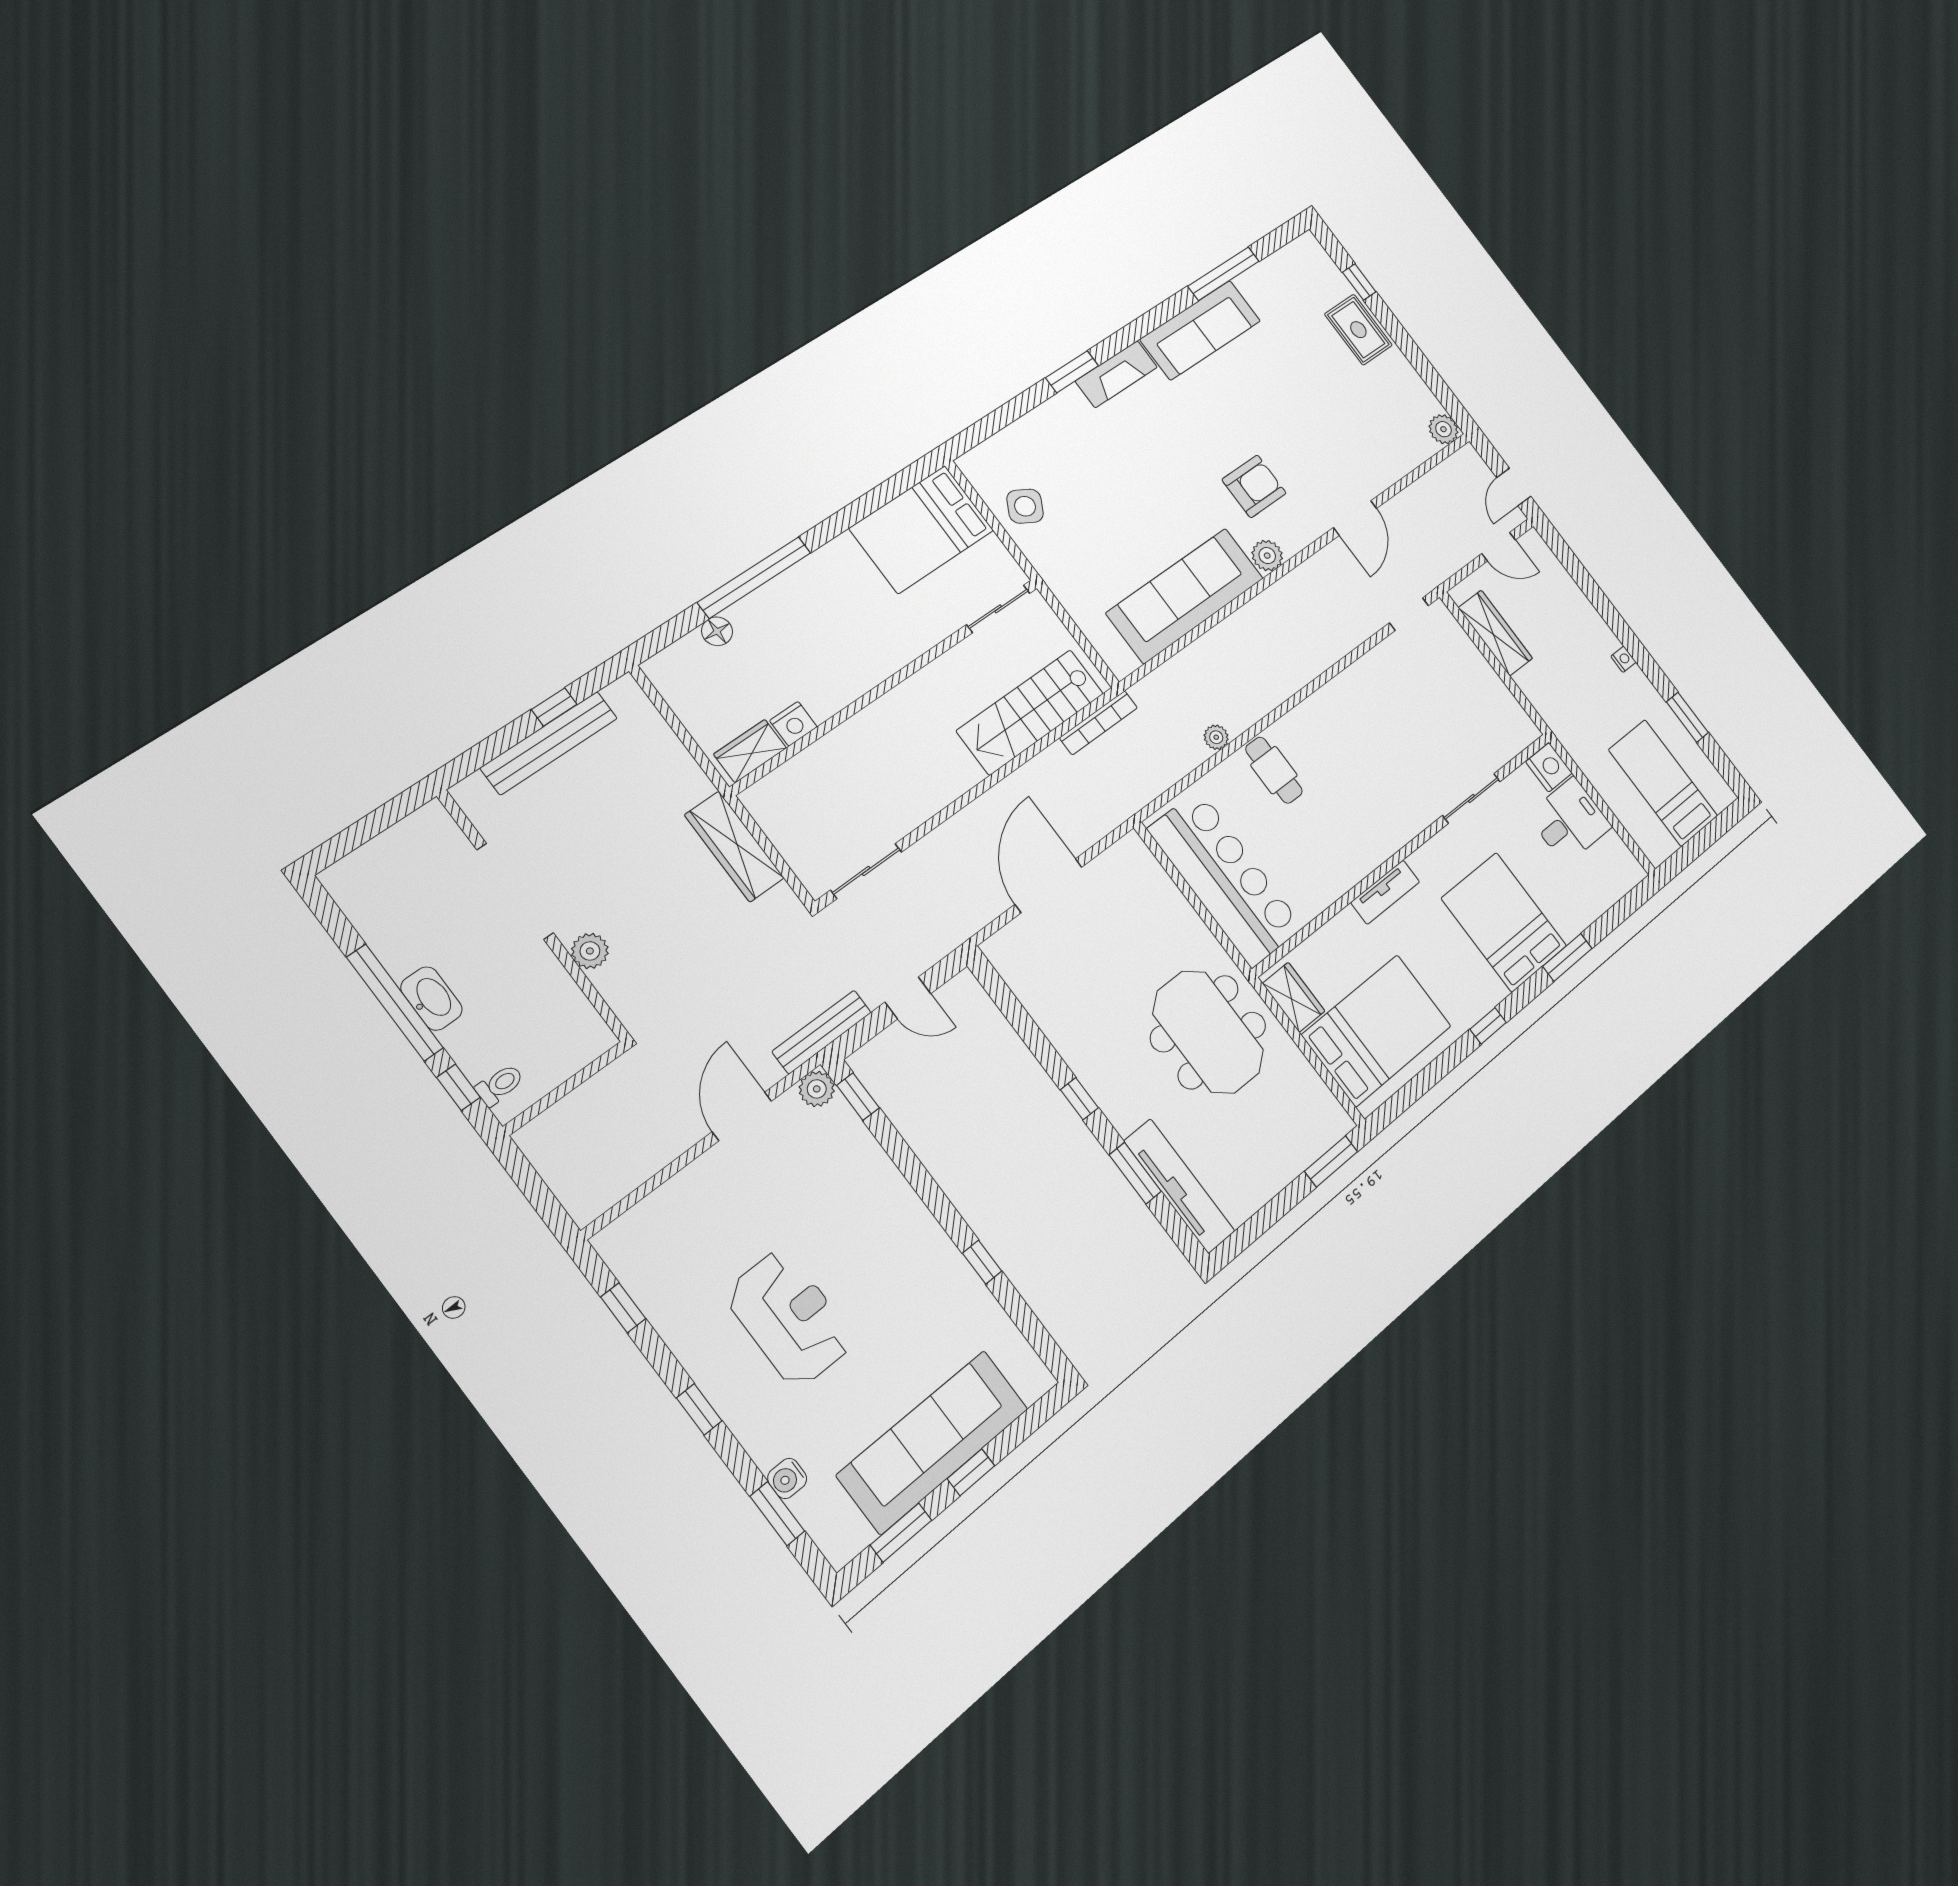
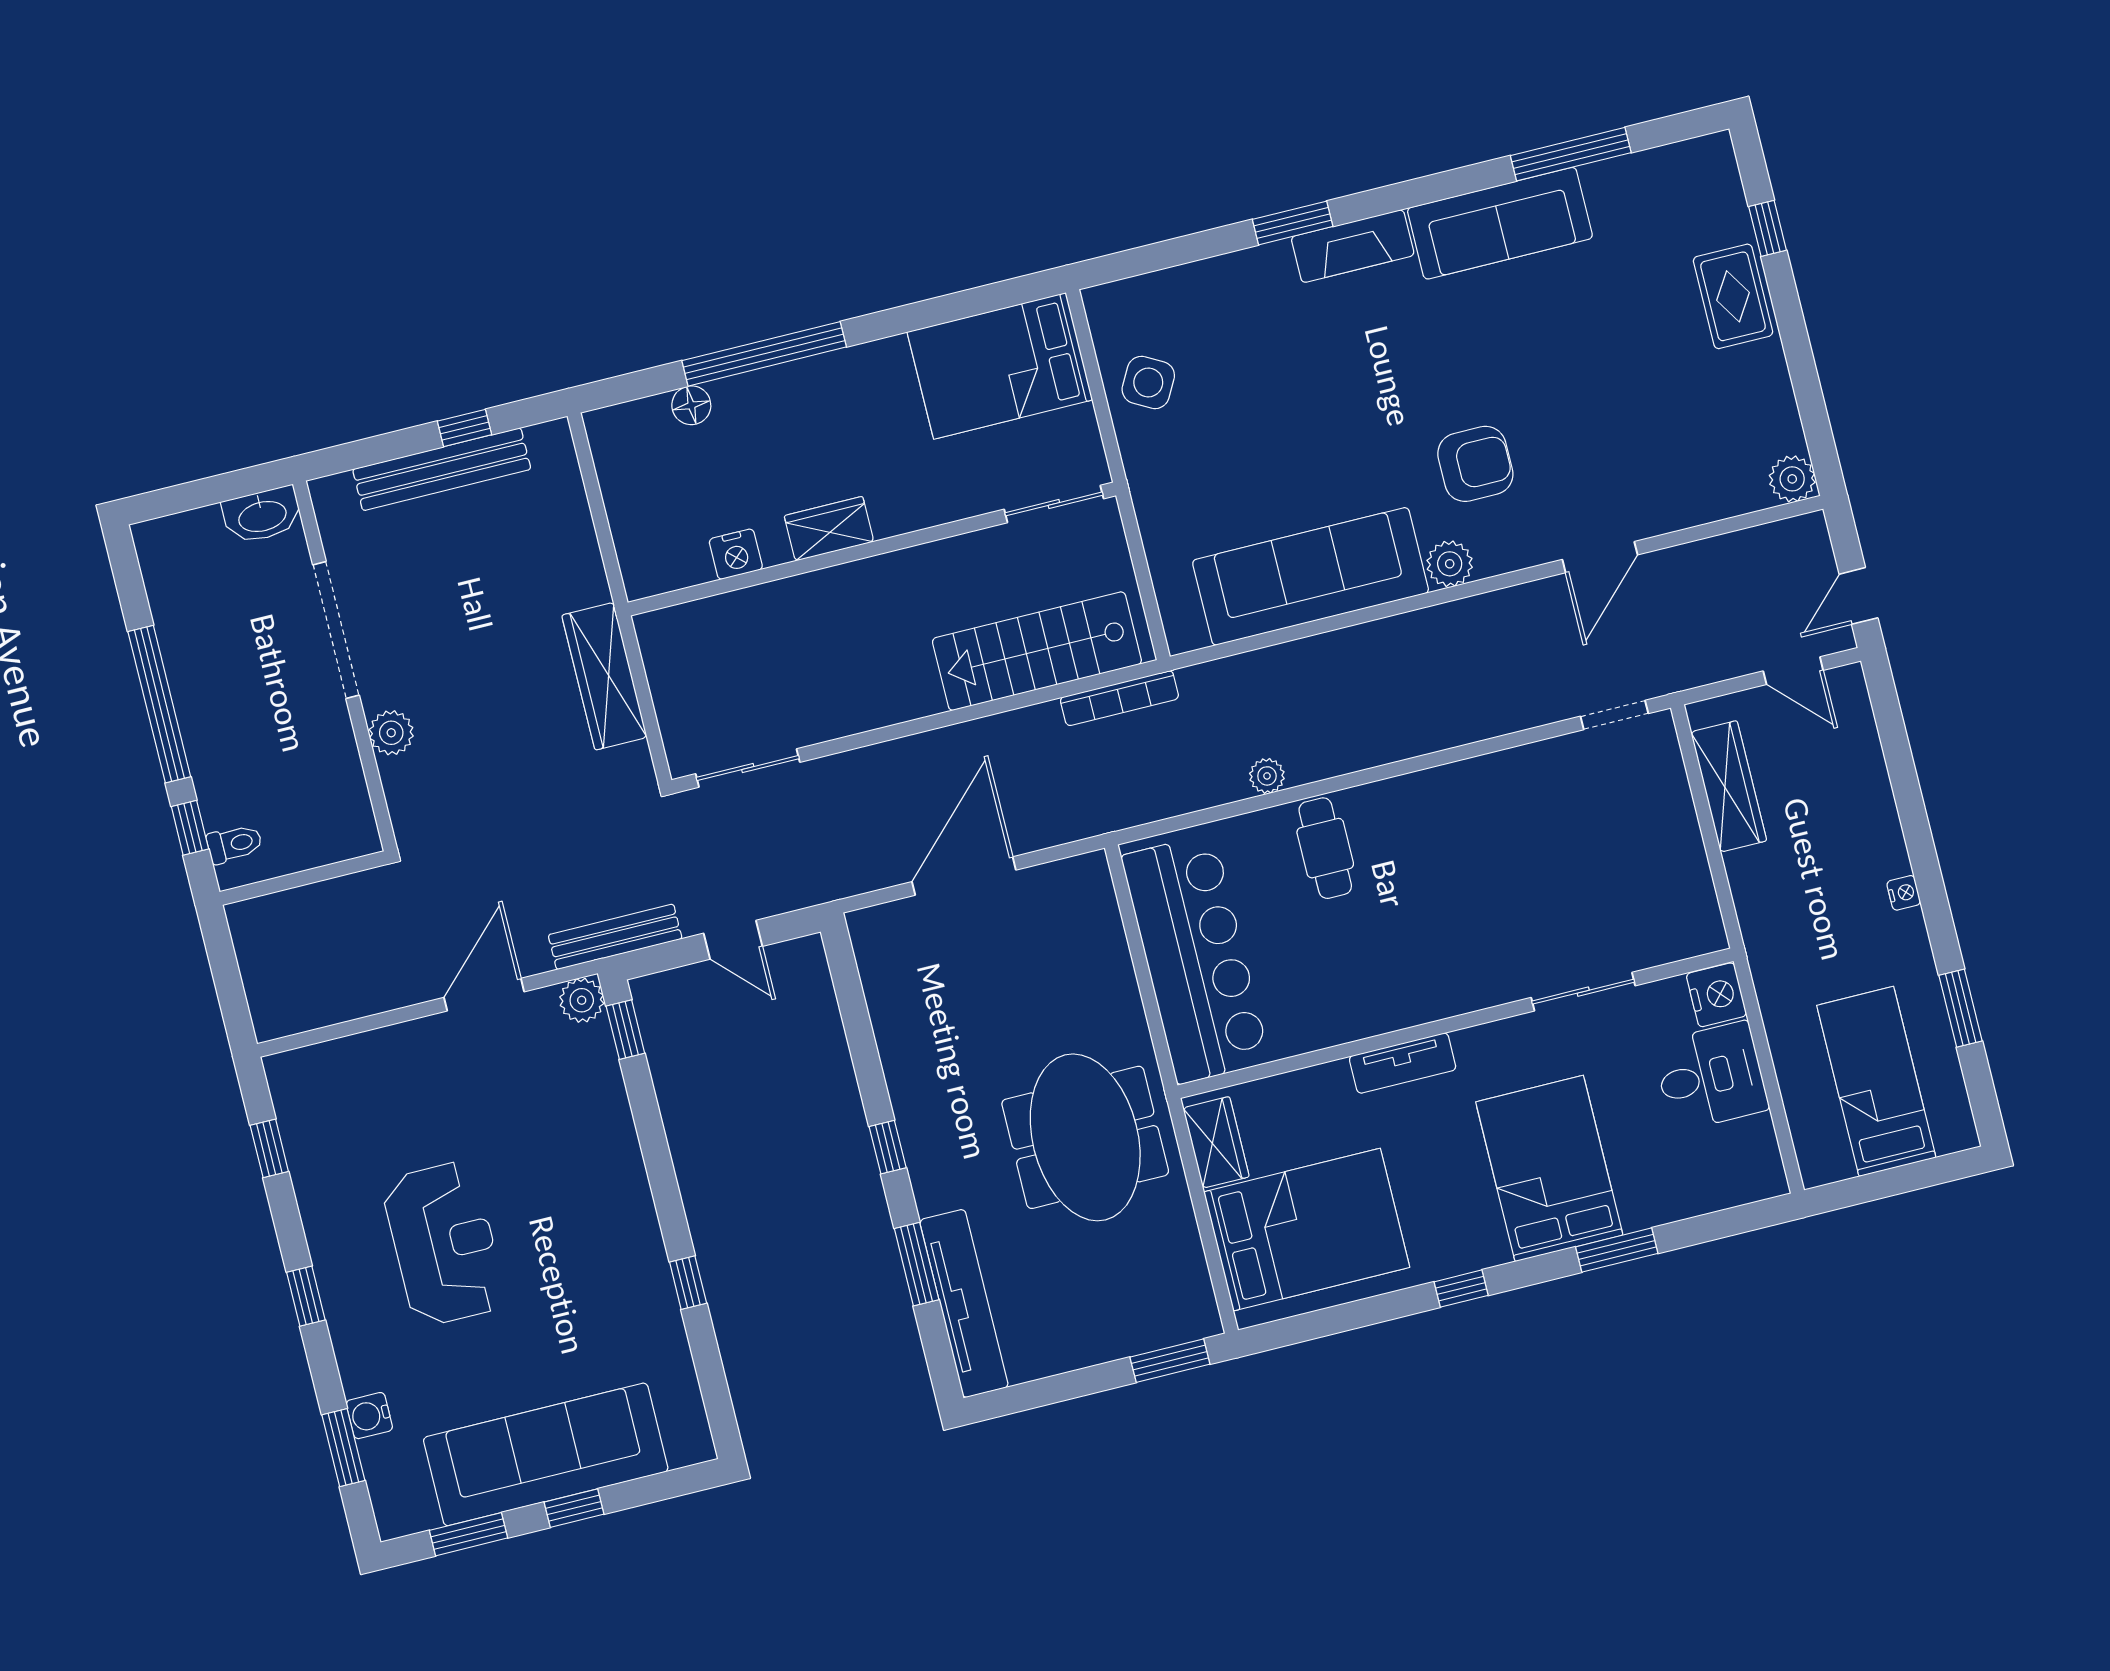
wardrobe: (750, 751) -> (829, 529), moved
washbasin: (431, 999) -> (262, 515), moved, turned 90

